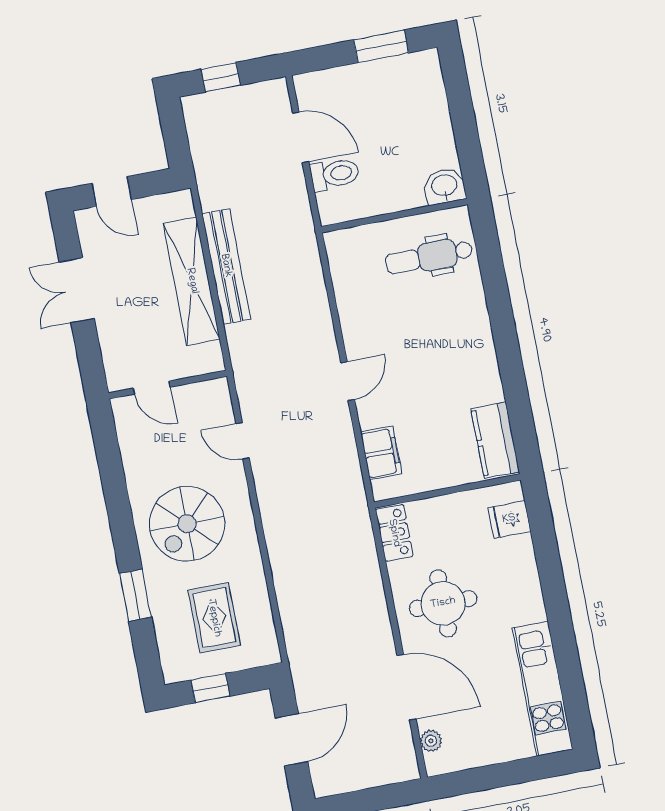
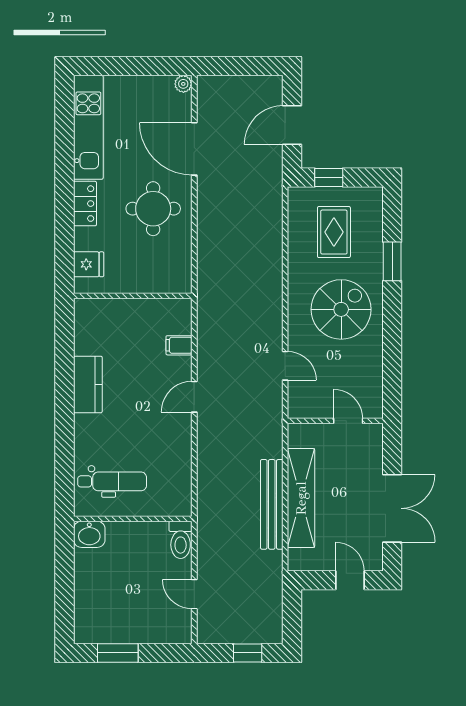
door: (301, 137) -> (194, 594), width x0.73
toilet: (335, 174) -> (181, 540), moved, turned -90
double door: (77, 290) -> (392, 508), width x1.37
kitchen counter: (495, 440) -> (88, 384), moved
filing cabinet: (381, 453) -> (179, 345), width x0.50
locker: (394, 533) -> (85, 204), moved, turned 180
window: (210, 688) -> (329, 178), moved
plant: (431, 741) -> (183, 84), moved

